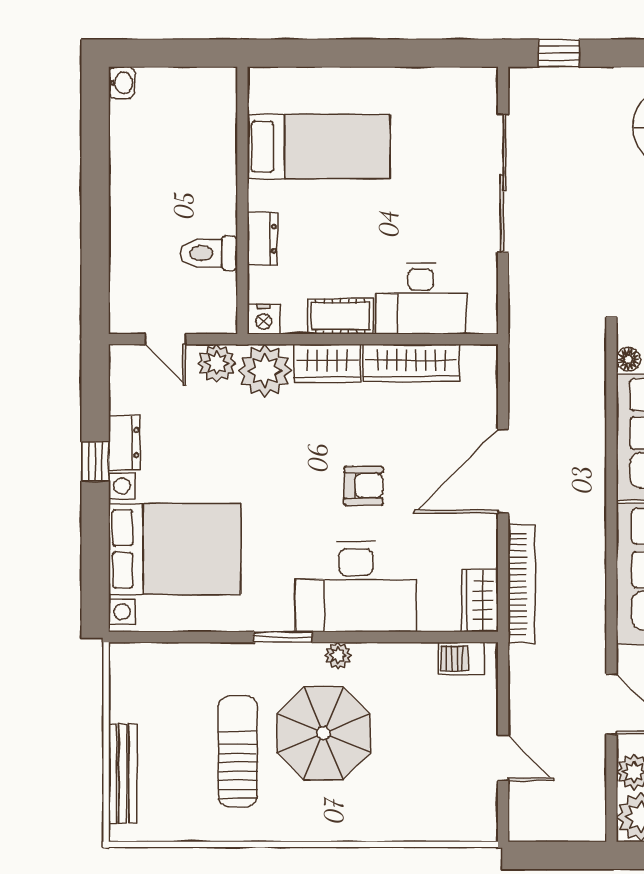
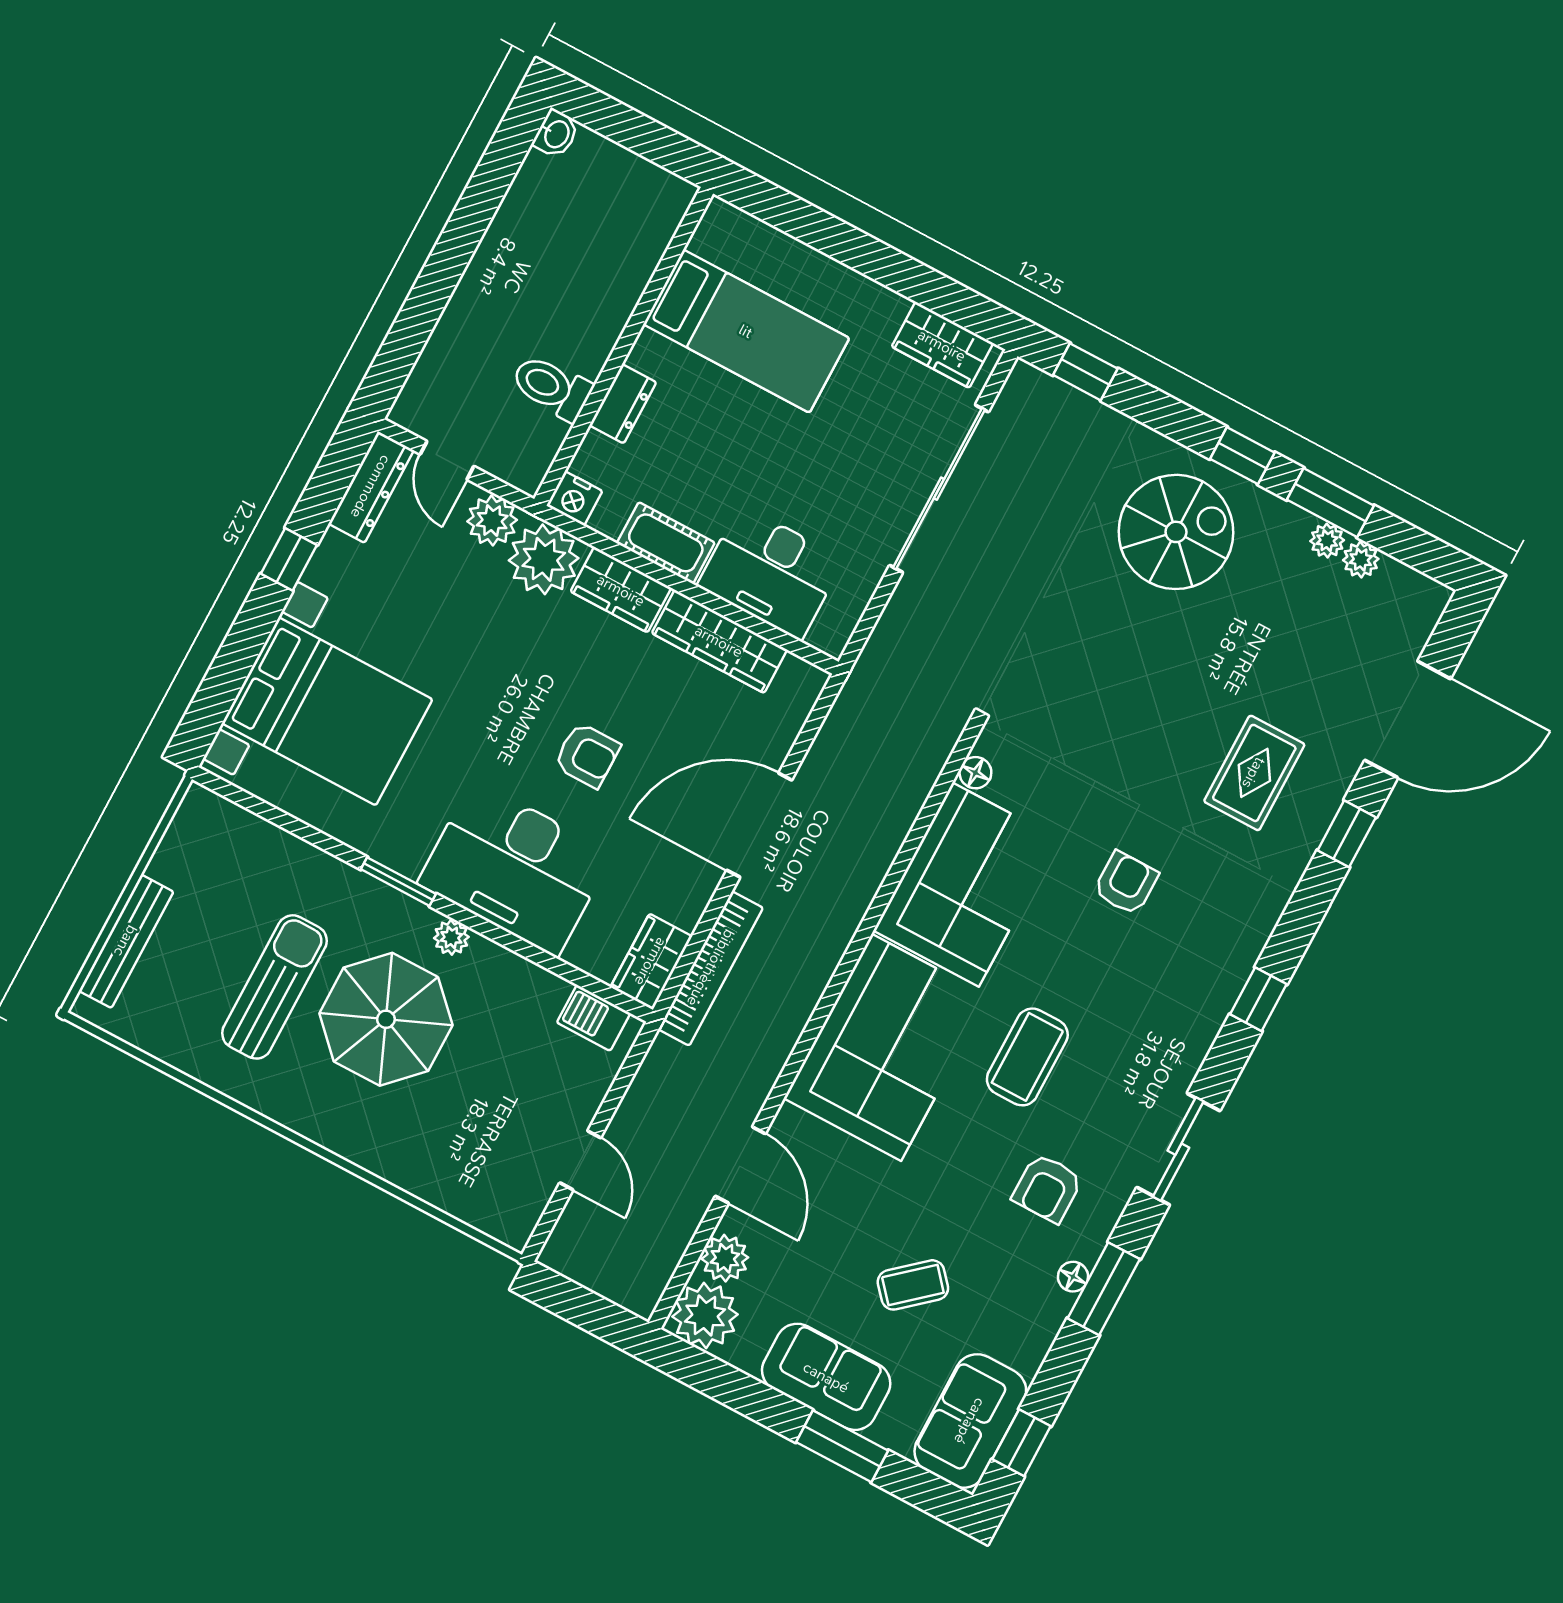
wardrobe: (454, 86) -> (942, 345), added
dresser: (124, 443) -> (371, 487), moved, width x1.44

